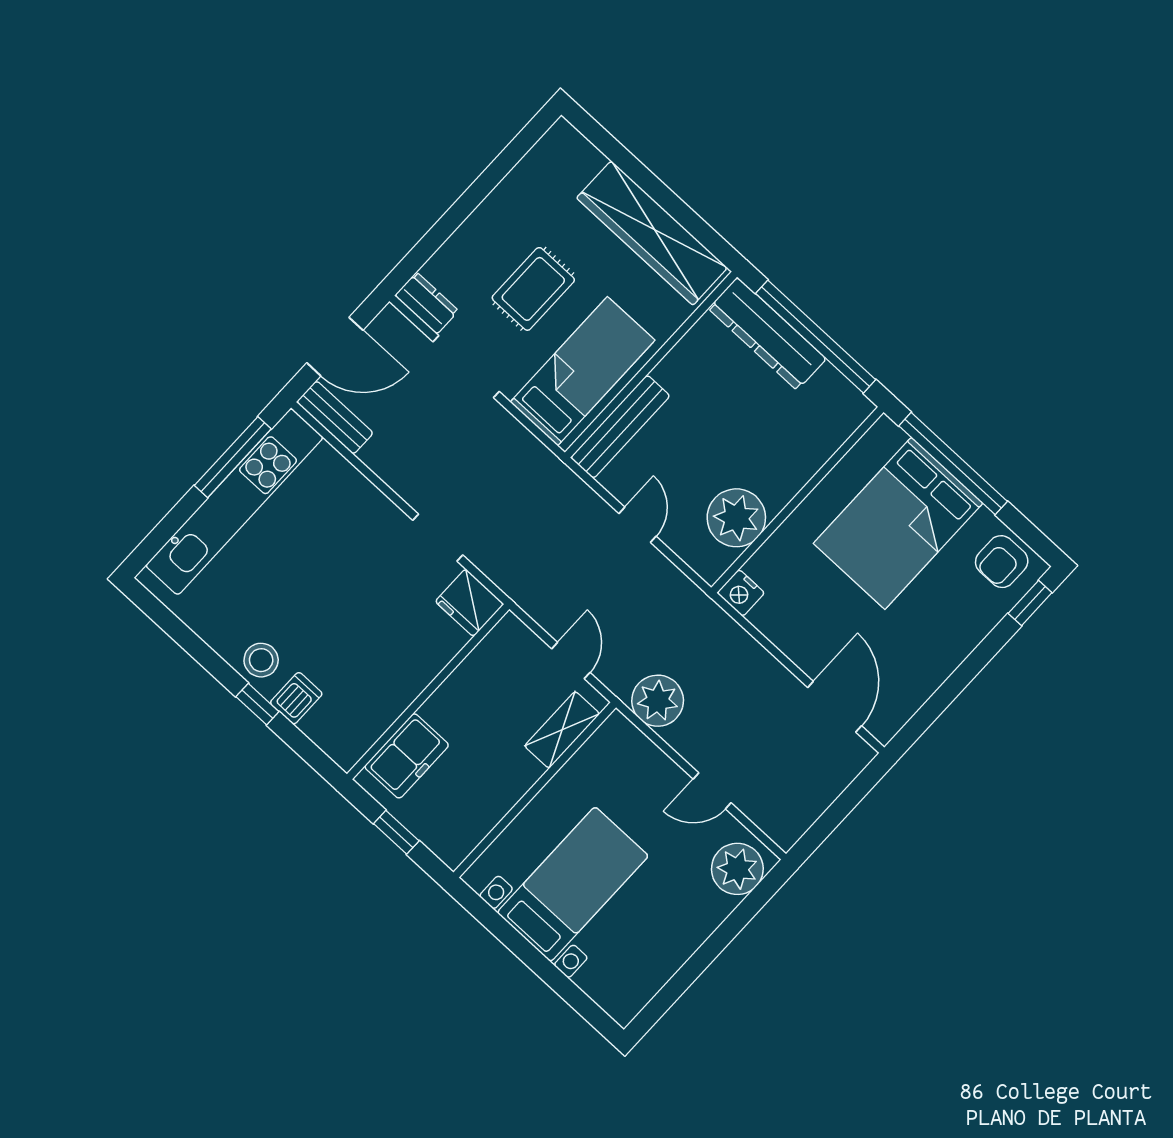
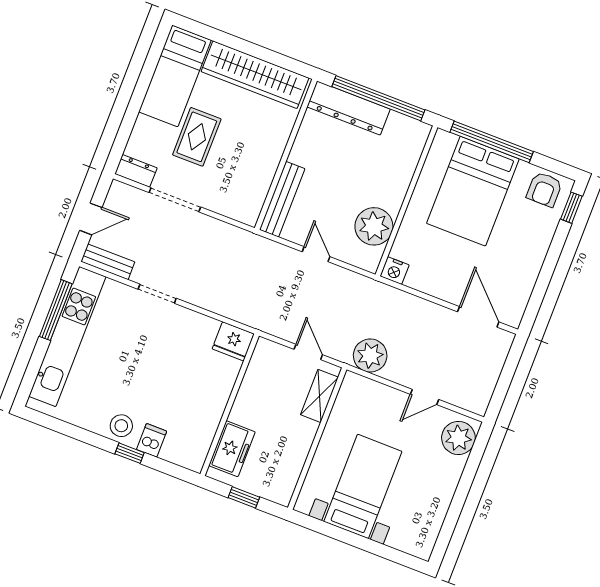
door: (335, 347) -> (91, 219), width x0.73
bed: (582, 371) -> (175, 76), moved, turned 180
doorway: (438, 538) -> (157, 294), moved

